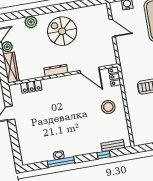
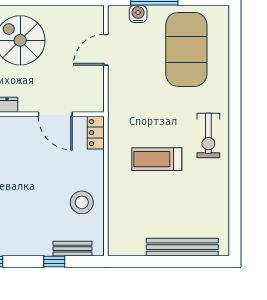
door: (112, 28) -> (106, 50), swing flipped
stool: (108, 107) -> (82, 202), moved

